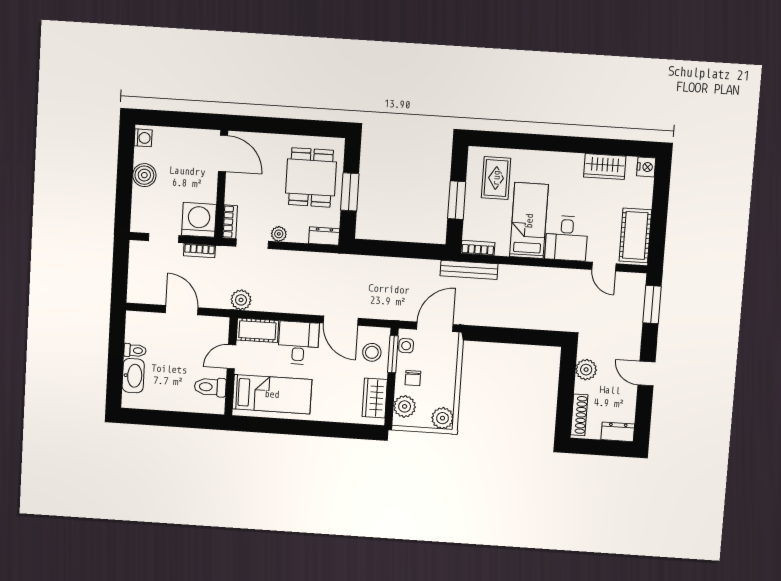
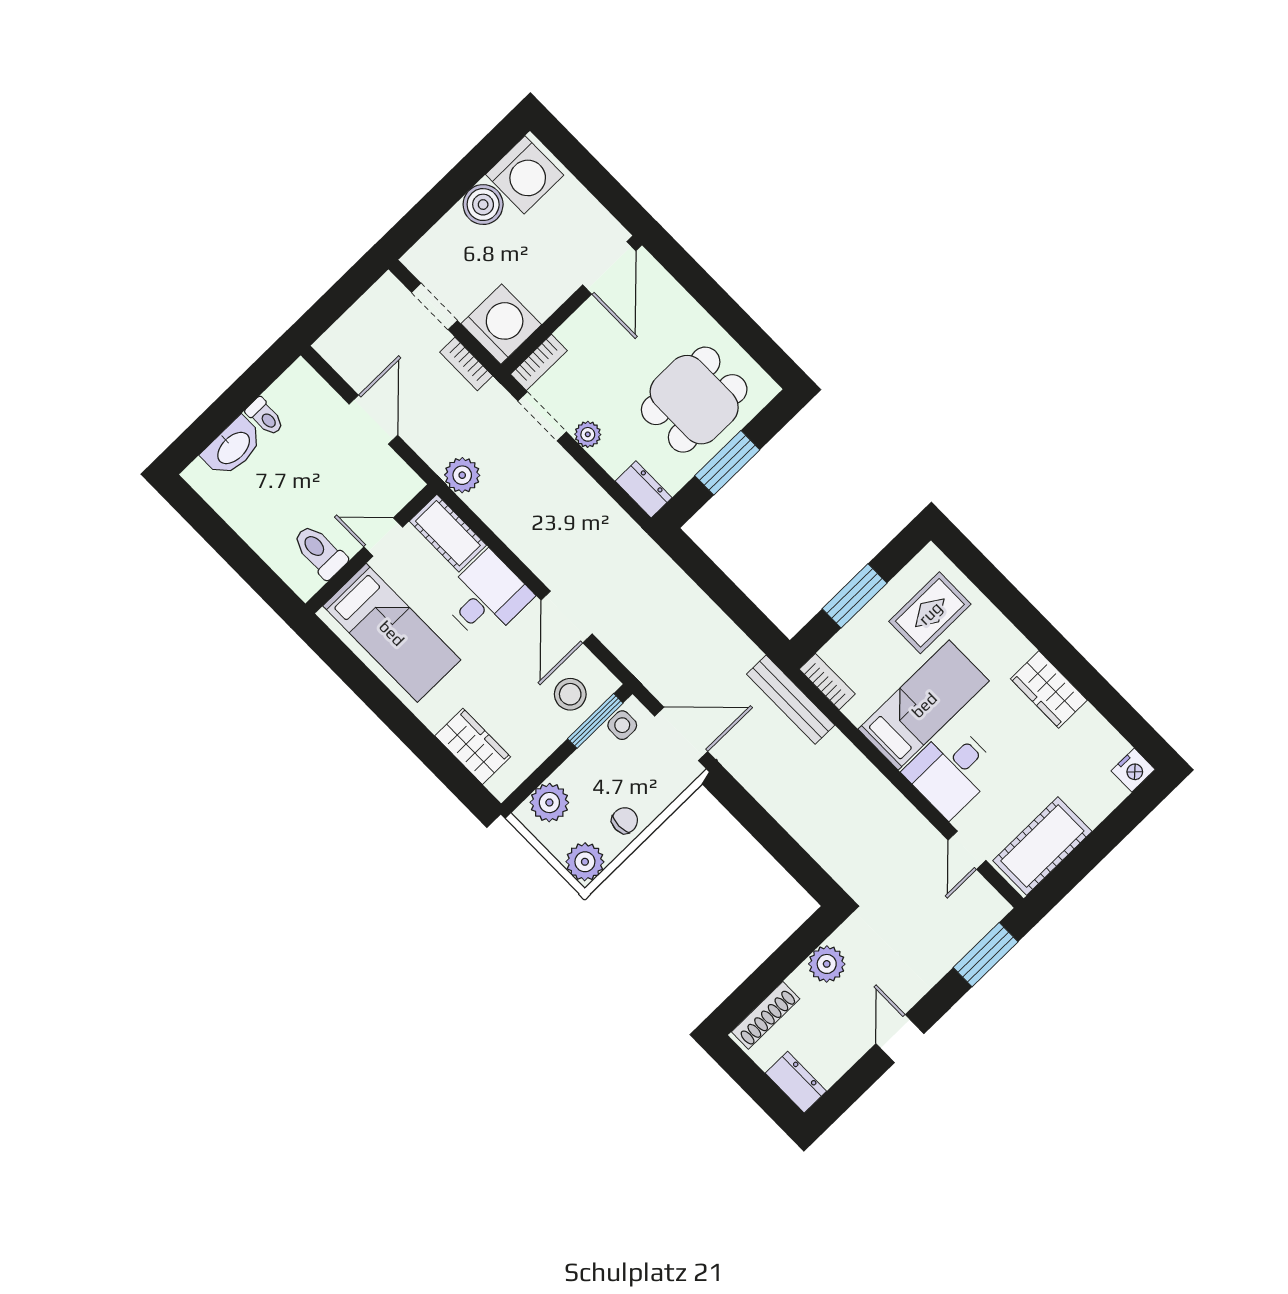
washing machine: (143, 138) -> (525, 175), width x1.89, depth x1.89
wardrobe: (605, 167) -> (1049, 689), moved
chair: (413, 378) -> (625, 820), moved, turned 180
wardrobe: (375, 398) -> (473, 746), moved, turned 90

